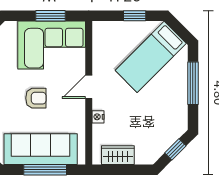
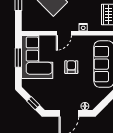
door: (89, 87) -> (64, 33), hinge flipped

